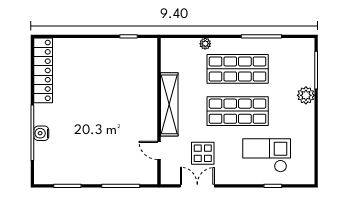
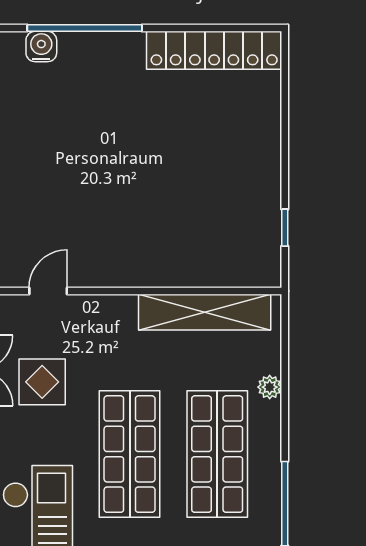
shelving: (169, 104) -> (205, 312), moved
water cooler: (41, 133) -> (41, 47), moved

